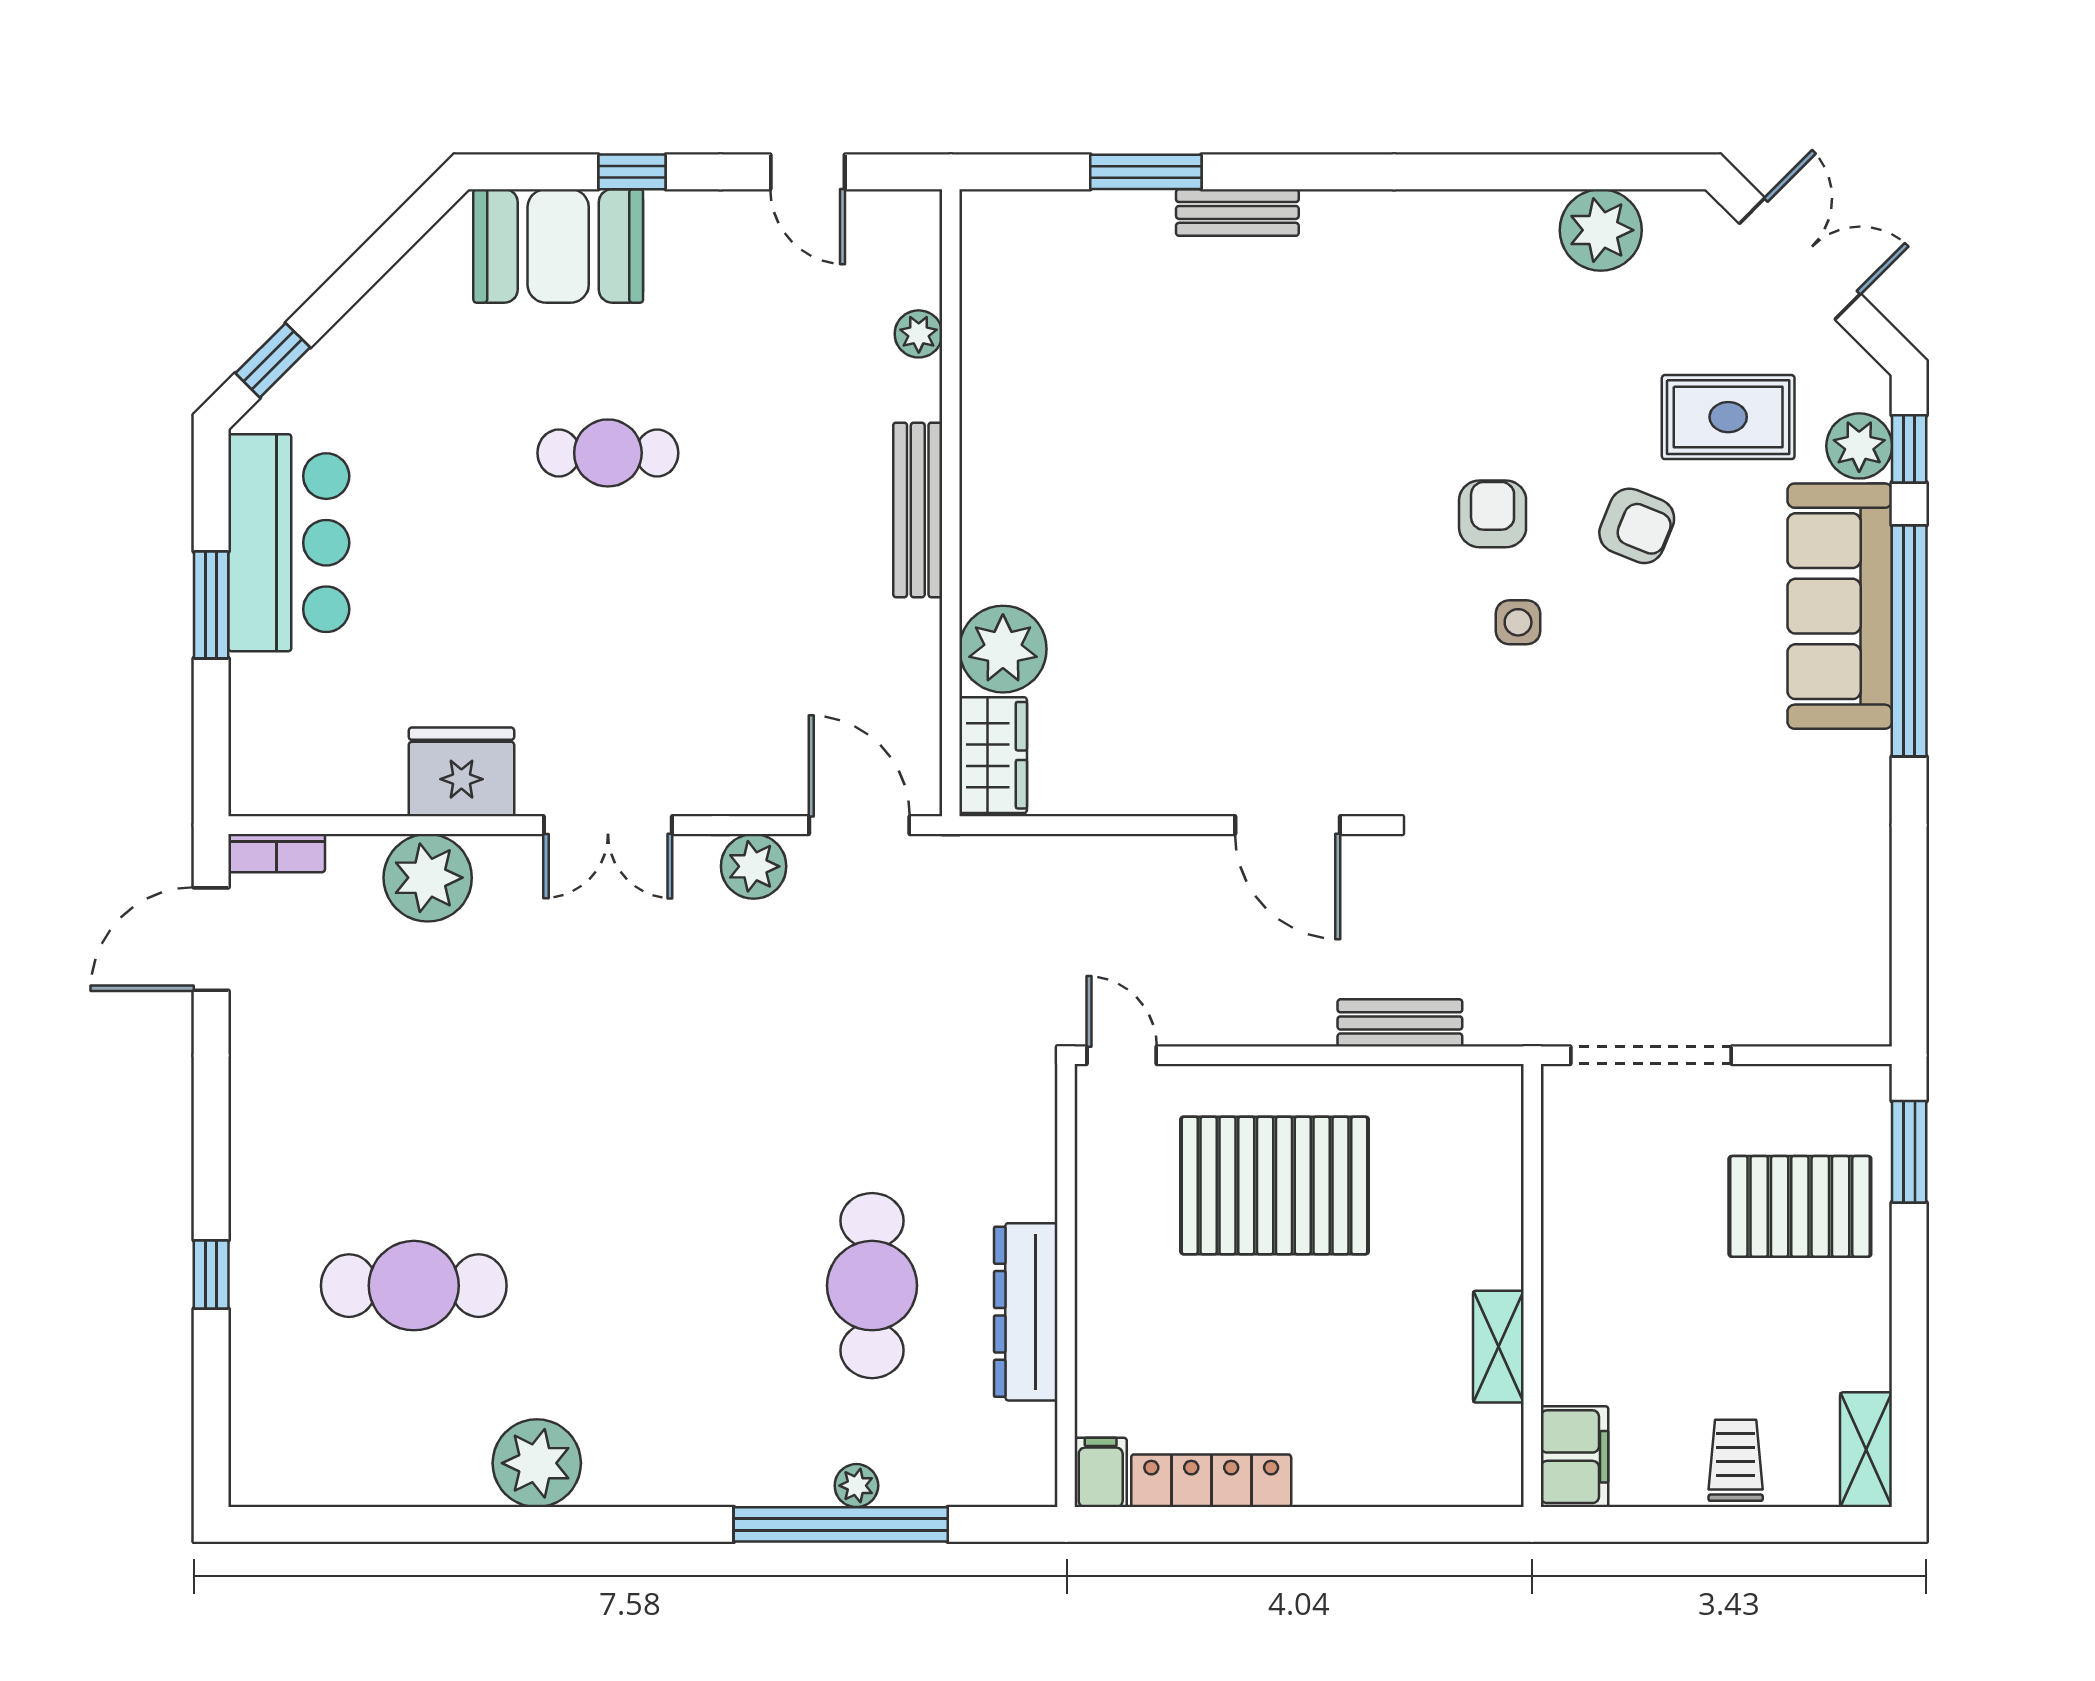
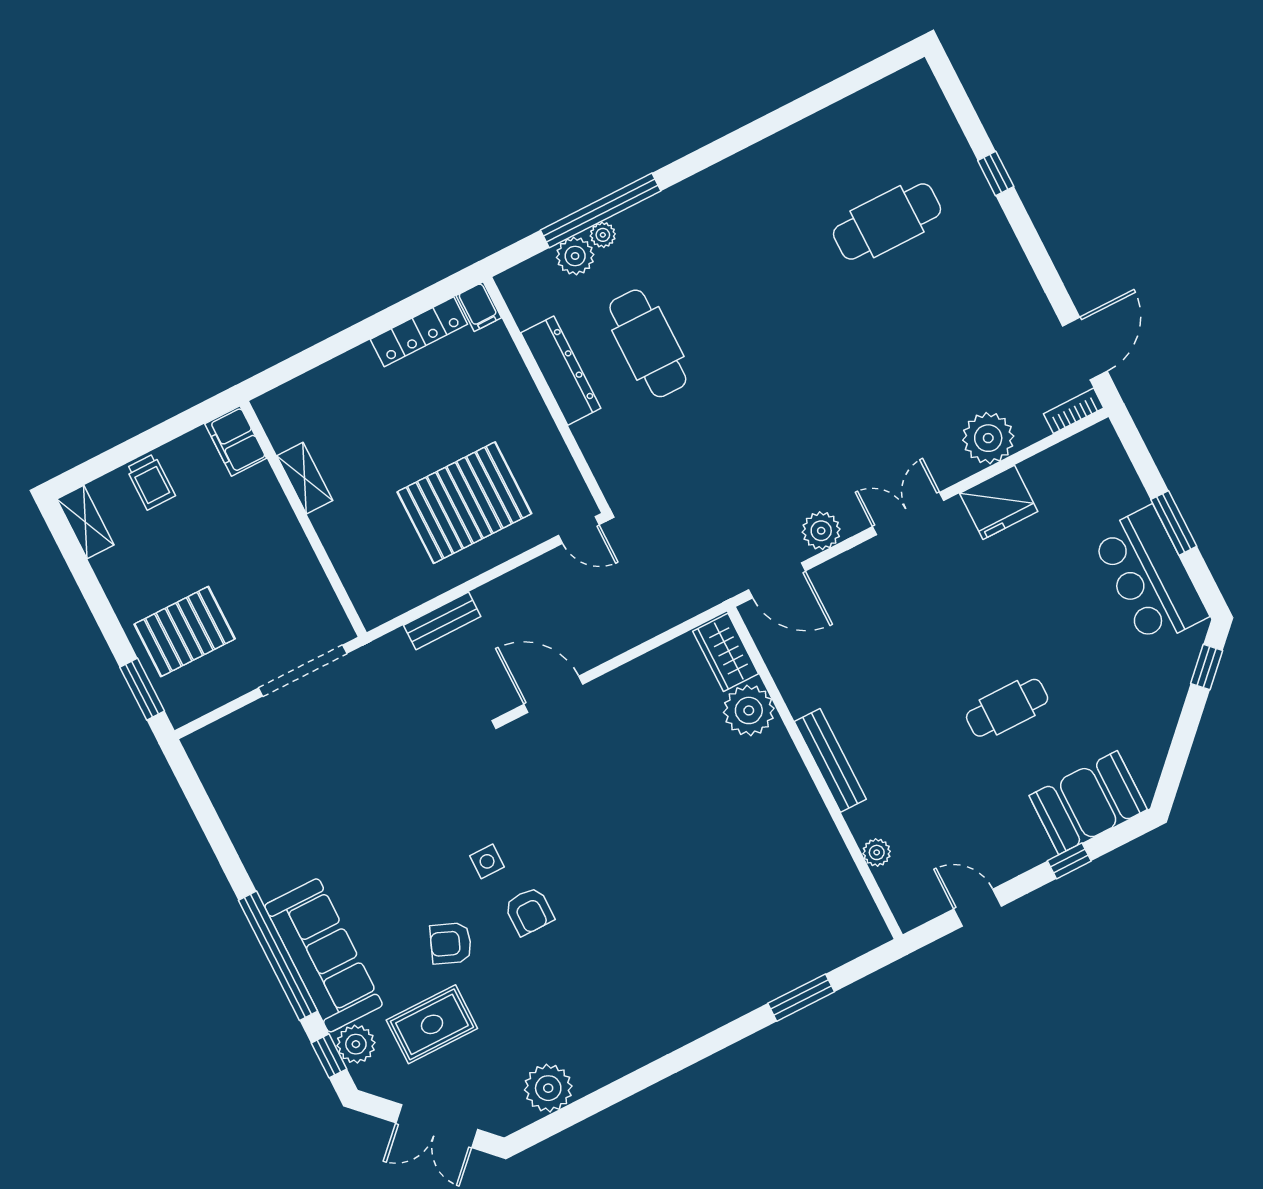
bench: (1237, 212) -> (743, 1001), removed
plant: (537, 1463) -> (575, 256), moved, width x0.73, depth x0.73

